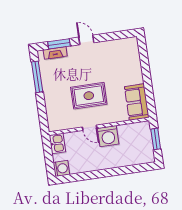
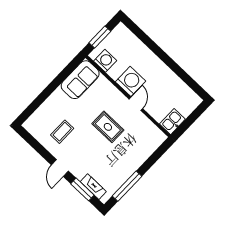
coffee table: (110, 61) -> (62, 132), added
rug: (89, 96) -> (108, 127), width x0.73, depth x0.70
washing machine: (61, 169) -> (105, 61), moved, turned 90

